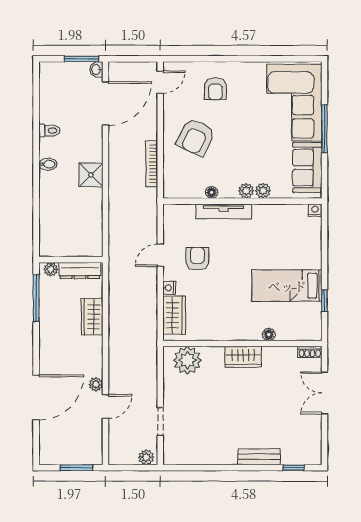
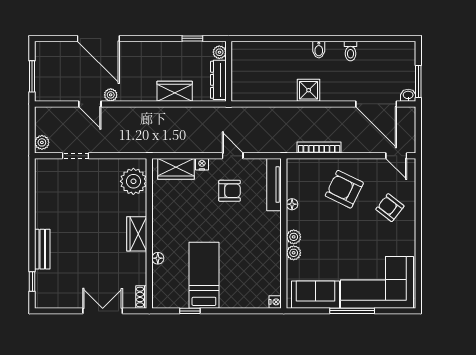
armchair: (215, 89) -> (390, 208), turned 38
tv unit: (224, 211) -> (274, 185), moved
window: (36, 298) -> (192, 38), width x0.46

